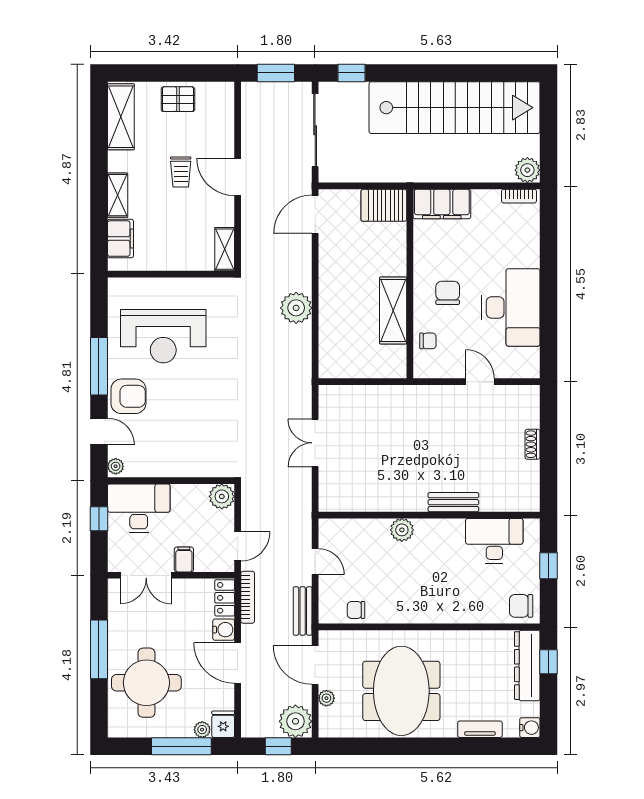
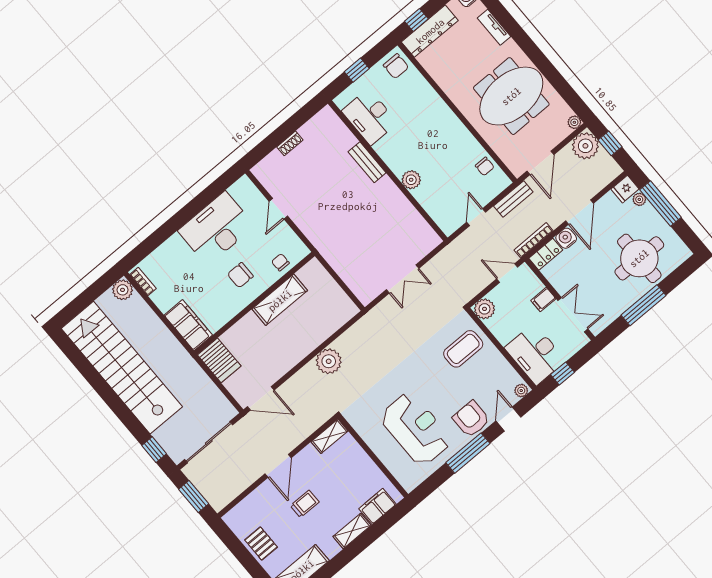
coffee table: (201, 445) -> (463, 349), added
plant: (326, 698) -> (574, 122), moved

